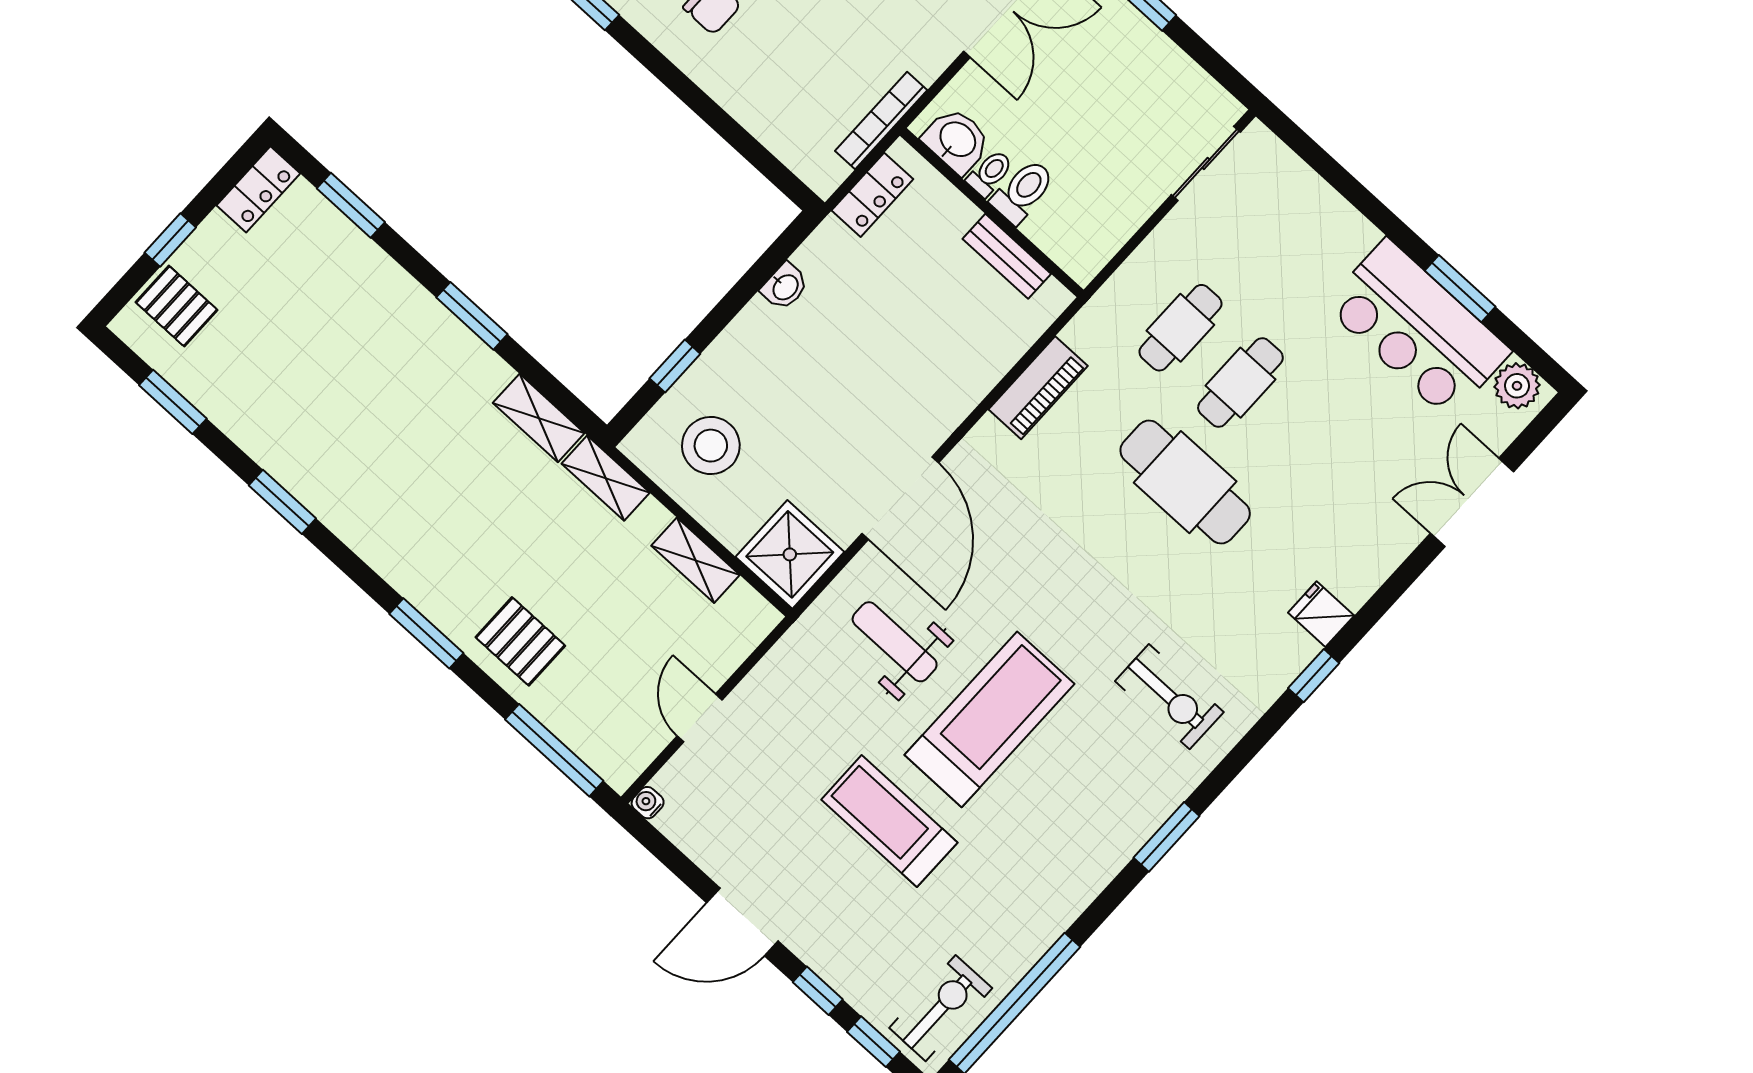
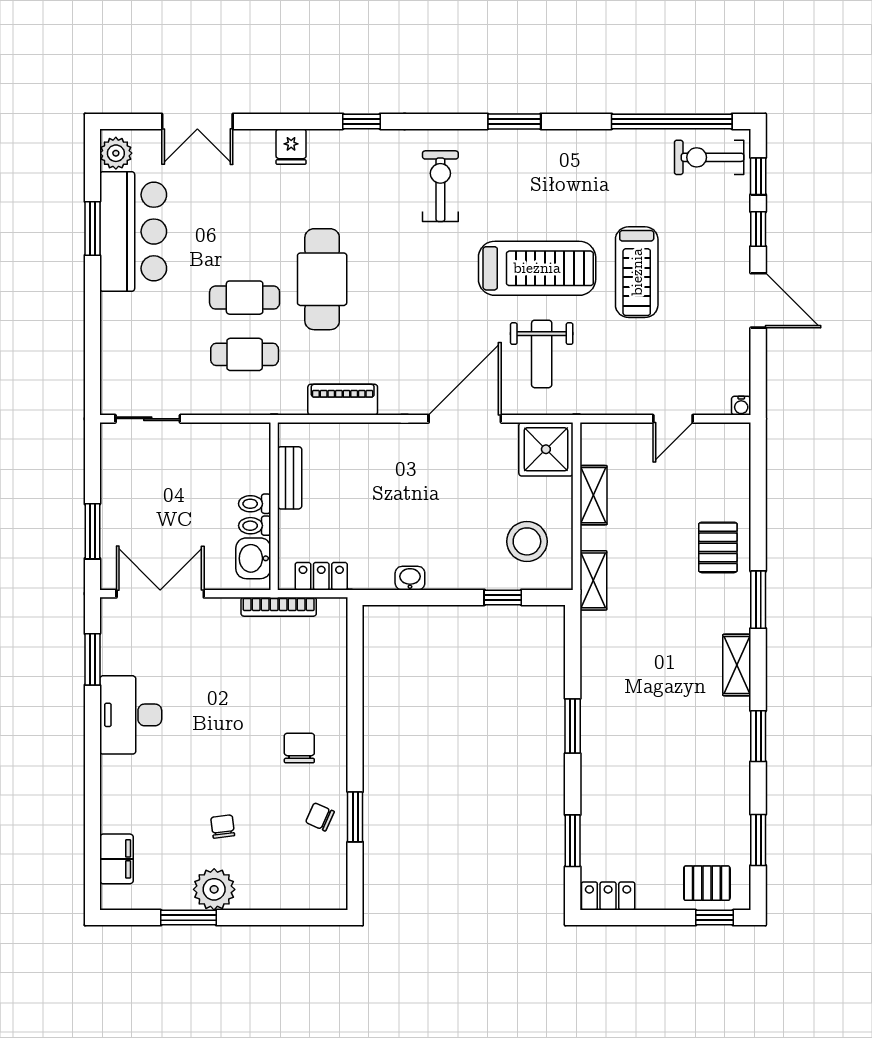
toilet: (1023, 191) -> (255, 504), width x0.73, depth x0.72
window: (170, 240) -> (714, 918), moved
pallet: (177, 306) -> (707, 883), turned 90
shelving: (539, 418) -> (737, 665), moved
fridge: (1321, 614) -> (291, 147), moved
treadmill: (989, 719) -> (537, 268), turned 180
window: (554, 750) -> (758, 479), removed

